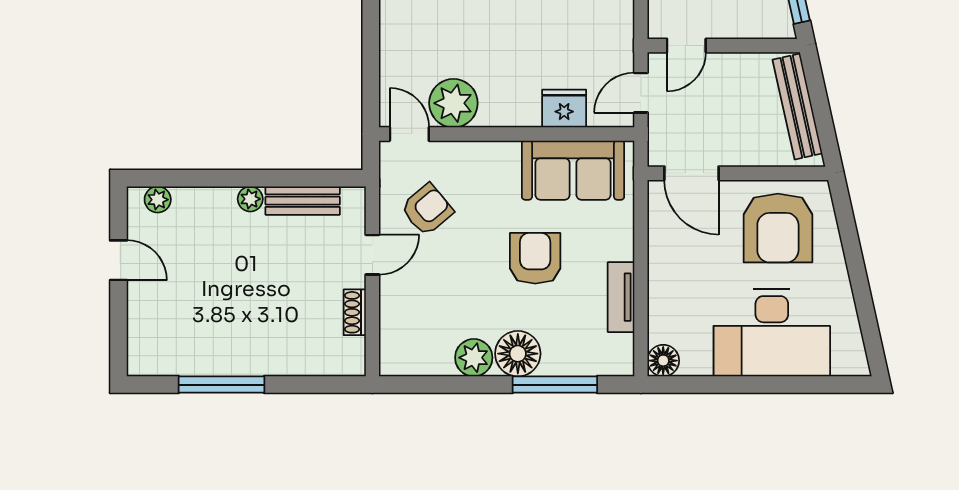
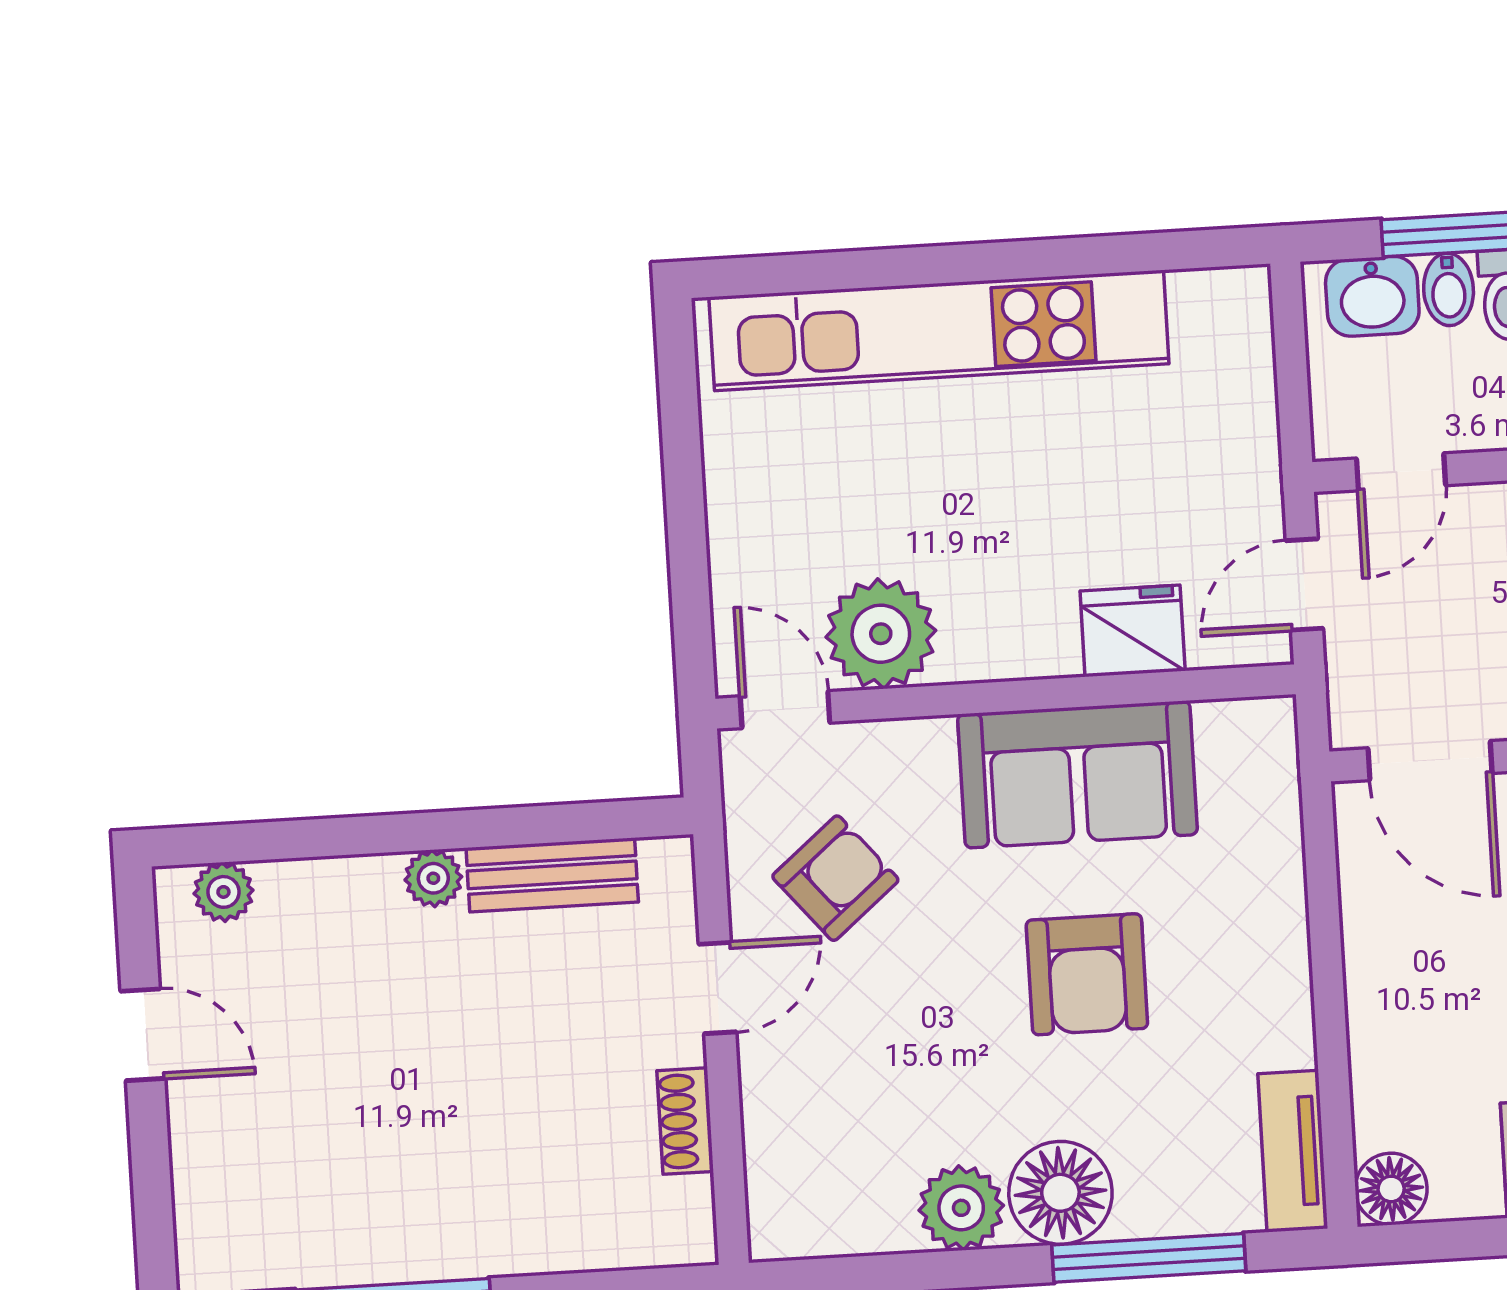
sofa: (573, 170) -> (1077, 774), moved
armchair: (535, 258) -> (1087, 974), turned 180
tv unit: (621, 297) -> (1293, 1151), moved

